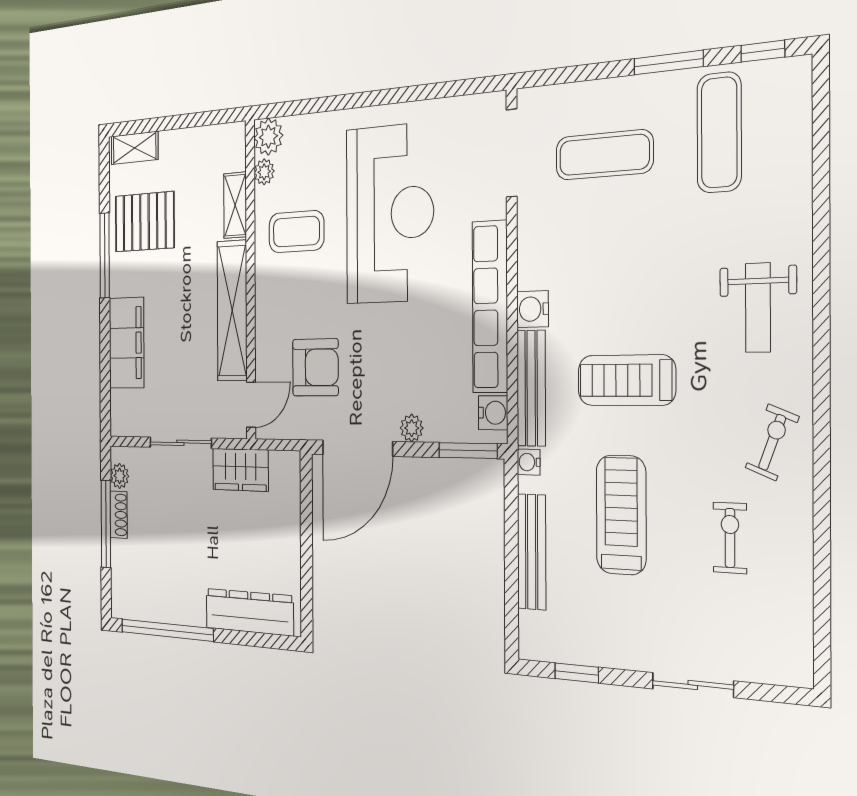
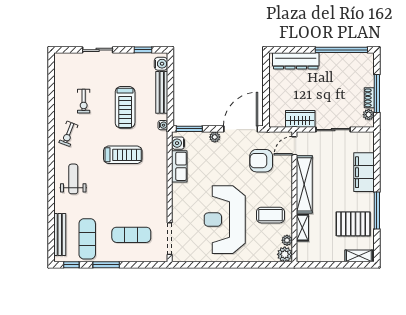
row of seats: (490, 307) -> (179, 166), width x0.50
water cooler: (533, 309) -> (161, 64), moved
bench: (531, 388) -> (60, 234), moved

